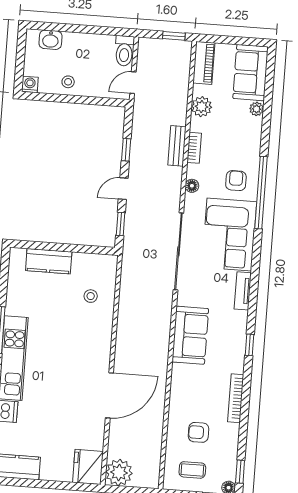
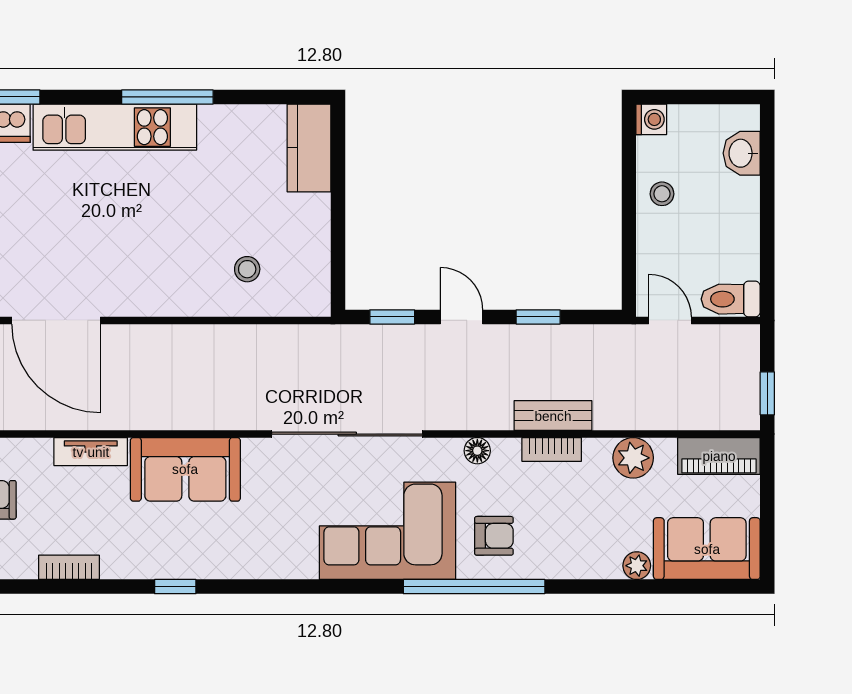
kitchen counter: (49, 261) -> (309, 148), moved
tv unit: (243, 291) -> (91, 452), moved, turned 180
bookcase: (236, 398) -> (69, 567), width x0.64

